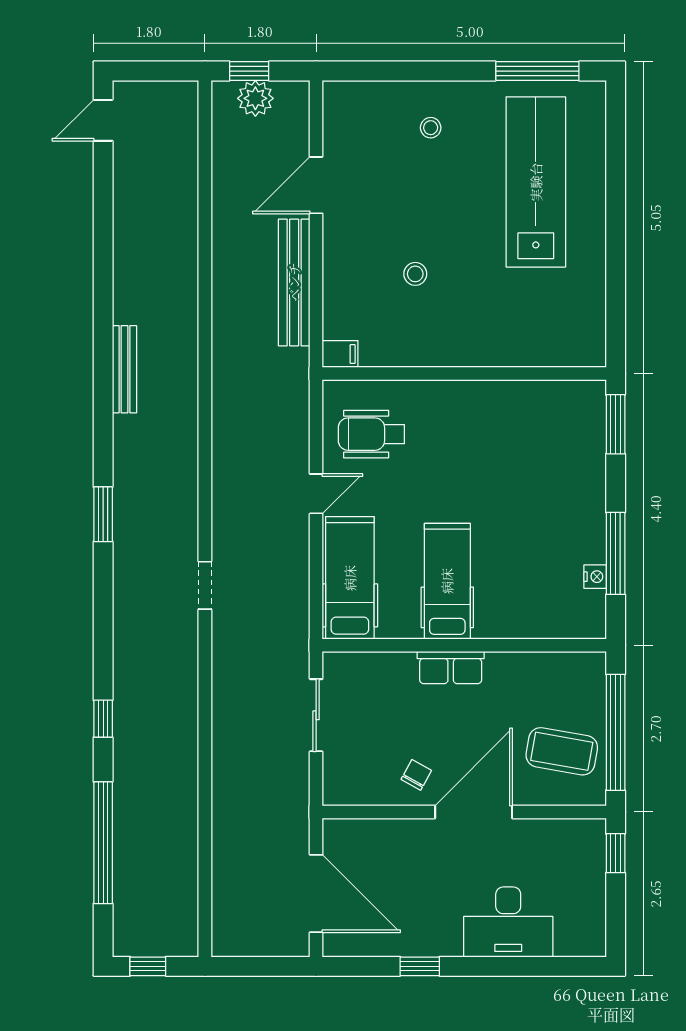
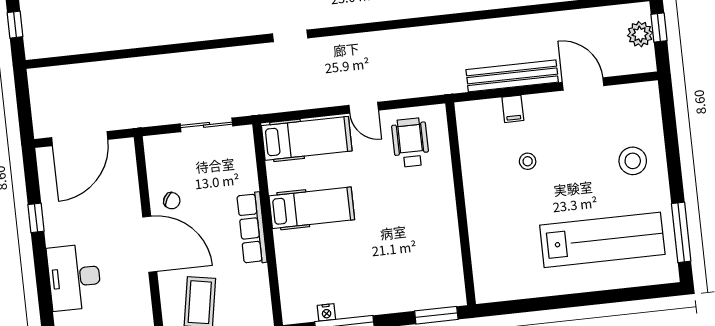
stool: (431, 128) -> (633, 161), width x1.89, depth x1.89
filing cabinet: (340, 354) -> (513, 109), moved
row of seats: (451, 668) -> (252, 228), width x1.48

